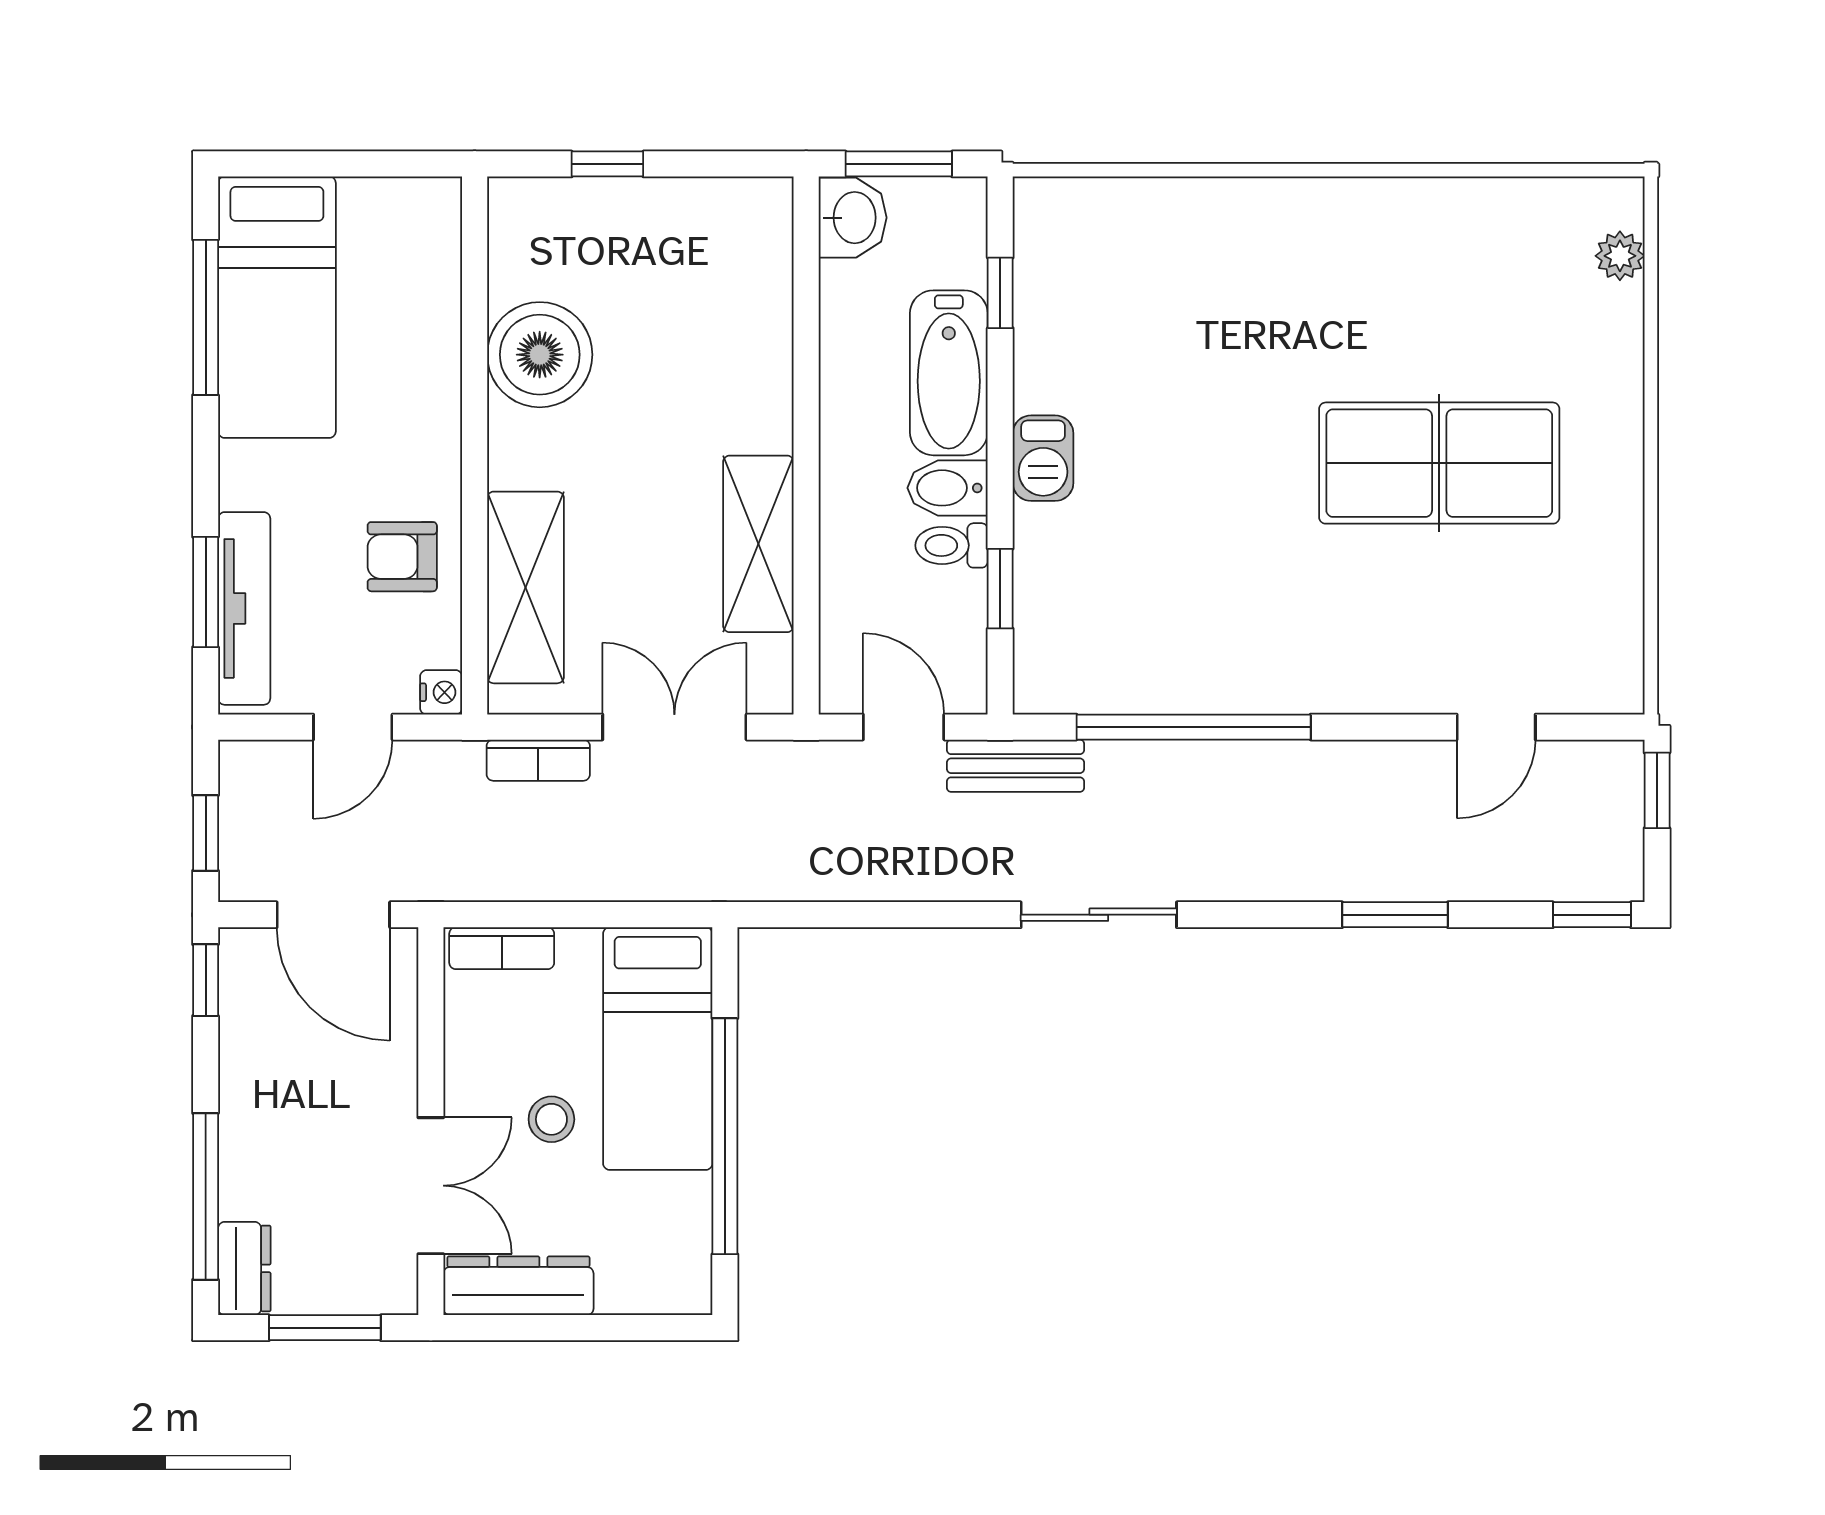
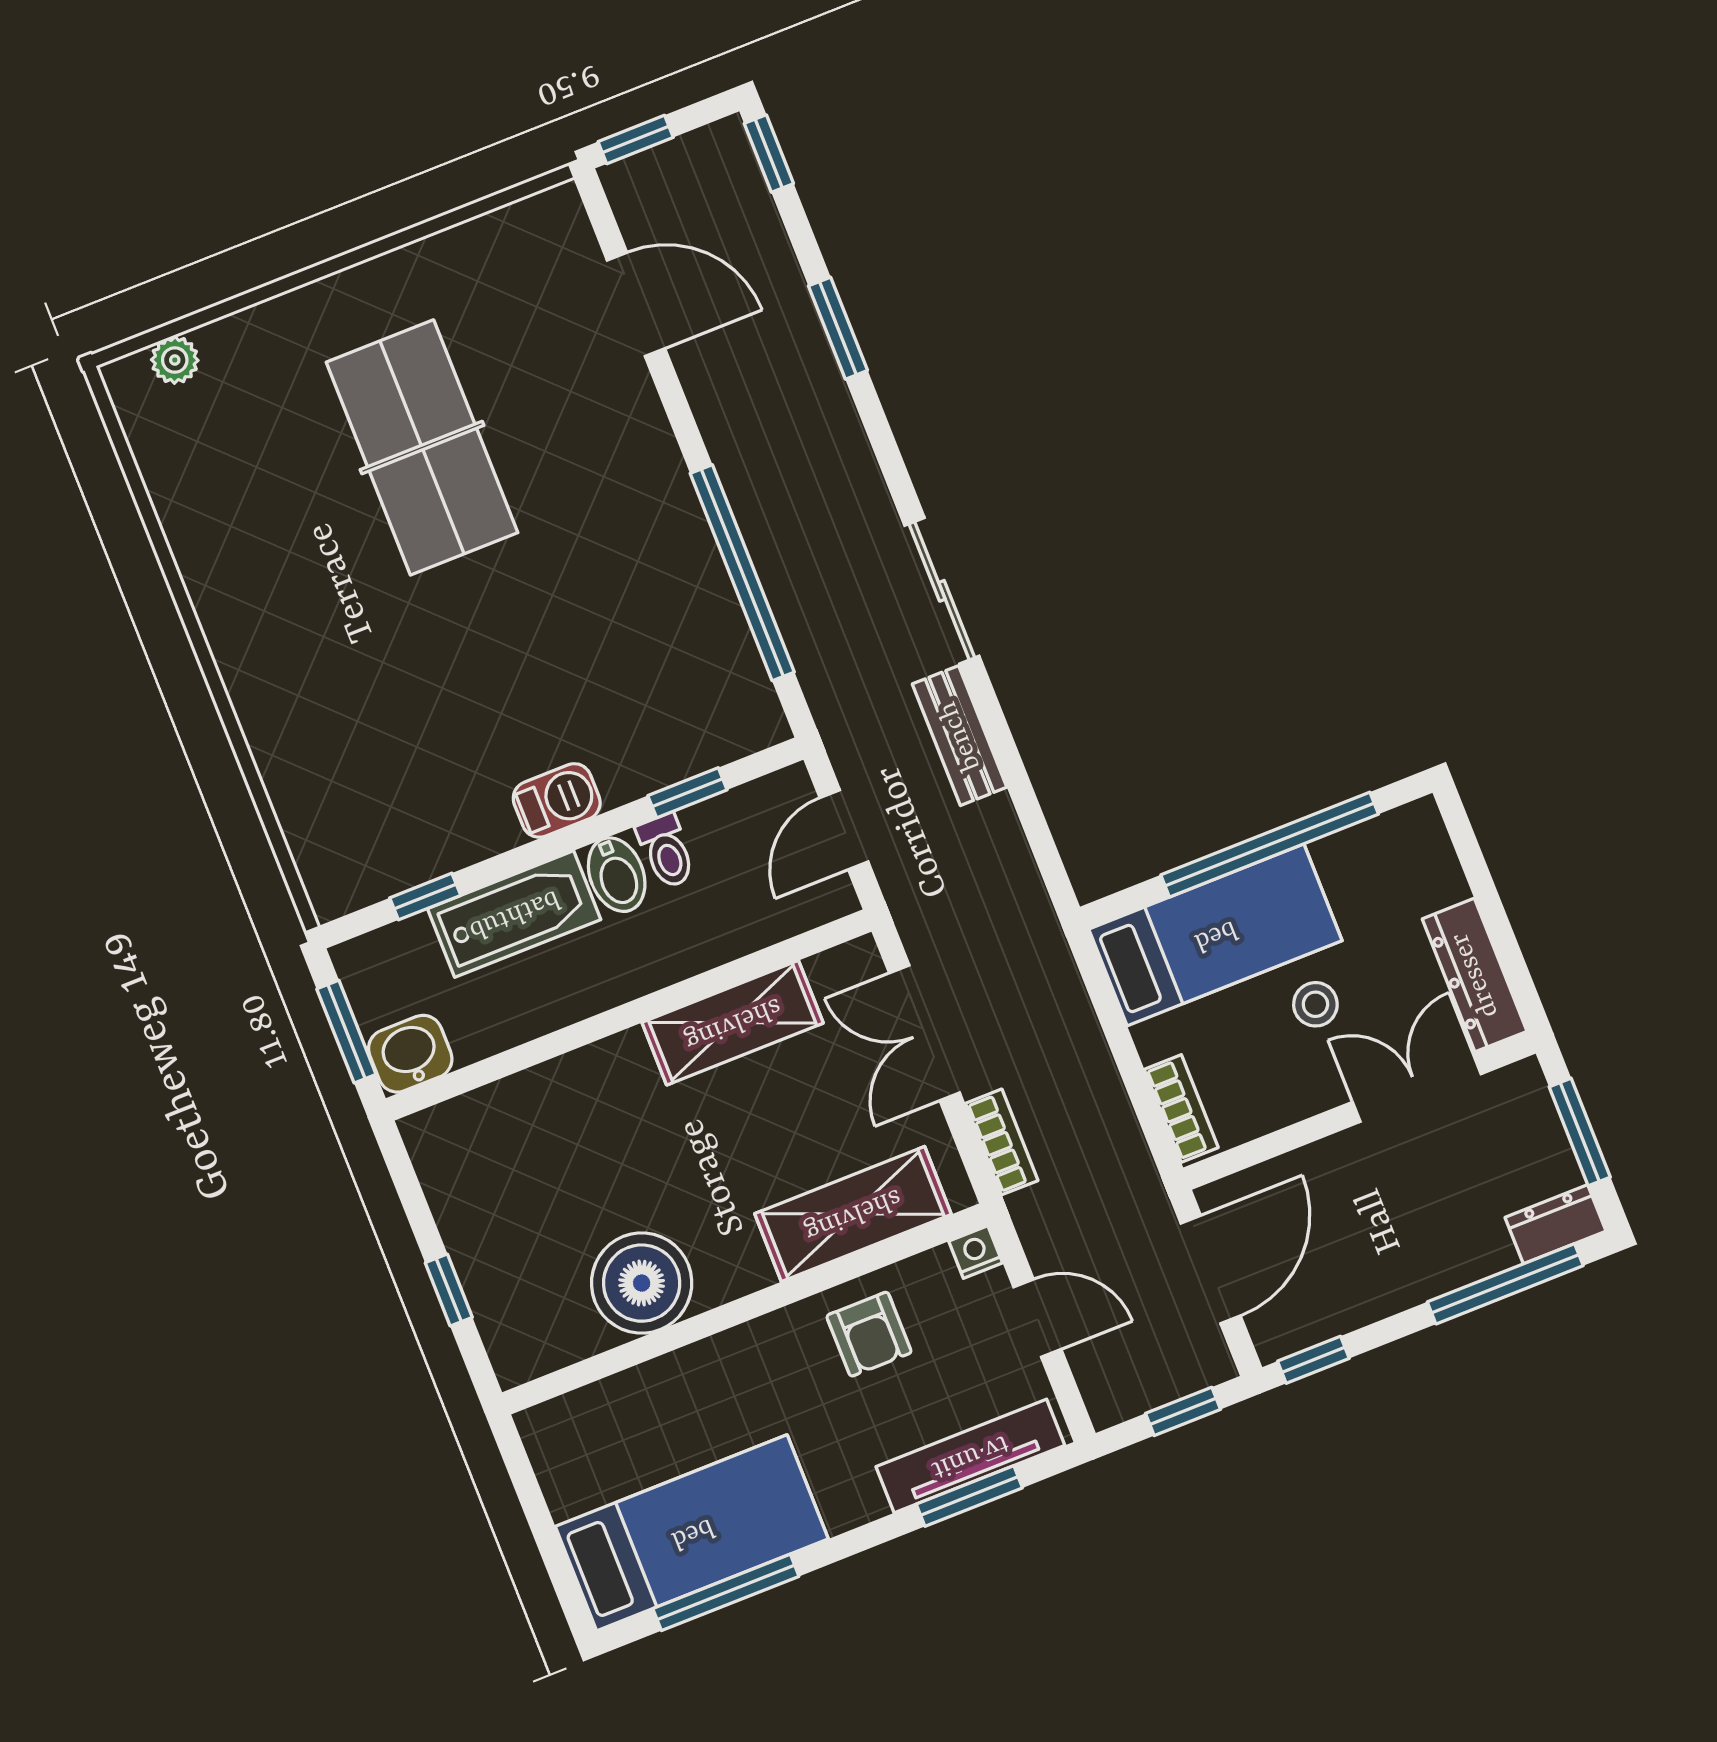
door: (1496, 727) -> (636, 304), width x1.38
bench: (1015, 766) -> (960, 736), moved

